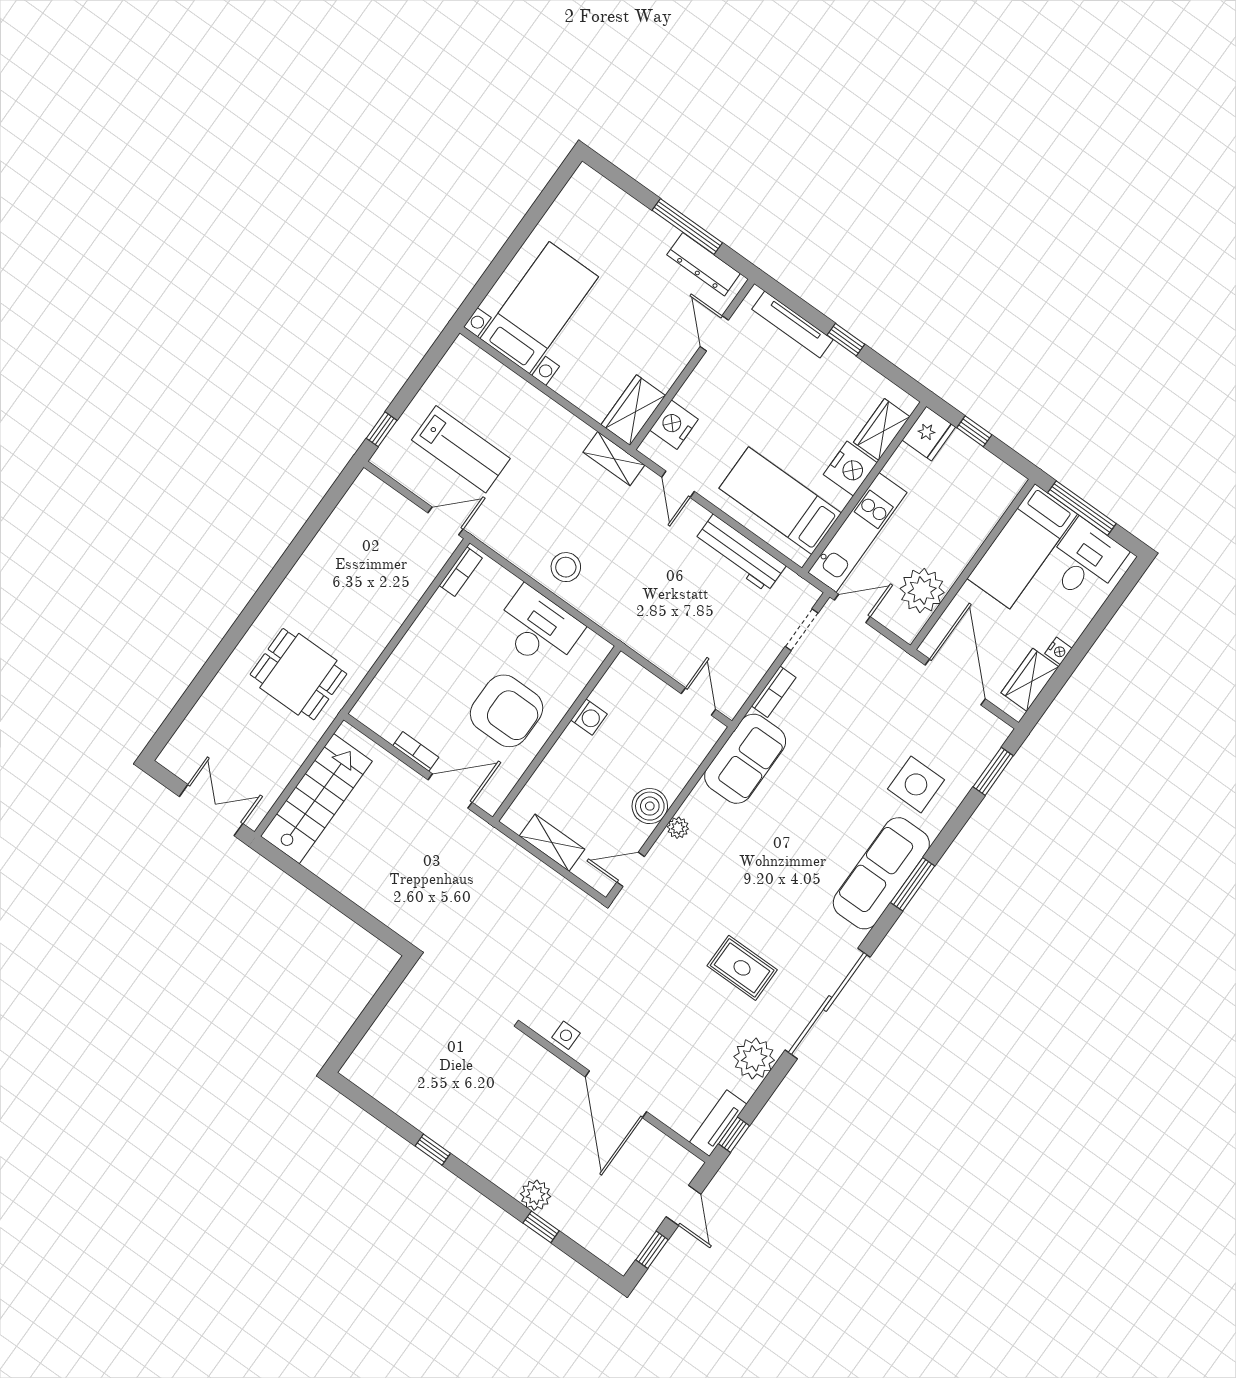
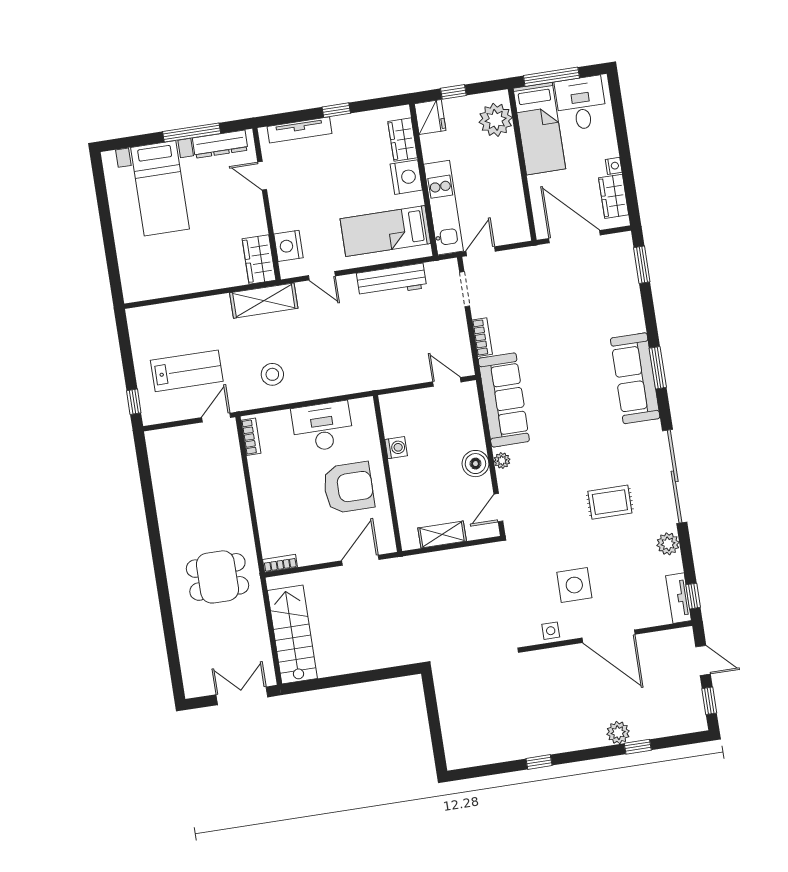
bed with nightstands: (539, 308) -> (160, 188), moved, turned 180
shelving: (614, 459) -> (264, 301), width x1.50, depth x1.33
stool: (566, 567) -> (272, 374), moved
plant: (922, 591) -> (496, 120), moved
bookcase: (416, 751) -> (280, 563), moved
sofa: (745, 759) -> (504, 400), width x1.36
side table: (916, 784) -> (574, 585), moved
plant: (754, 1058) -> (668, 544), width x0.73, depth x0.73

